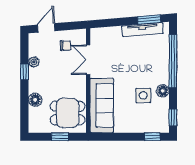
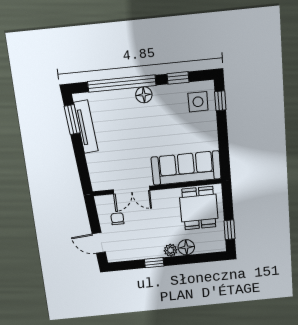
plant: (34, 62) -> (171, 250), moved
floor lamp: (163, 91) -> (144, 95), moved
side table: (143, 95) -> (198, 102), moved
window: (173, 117) -> (178, 78), moved
window: (60, 137) -> (230, 230), moved

